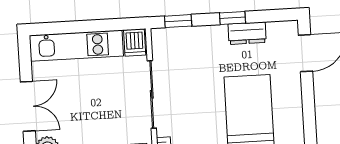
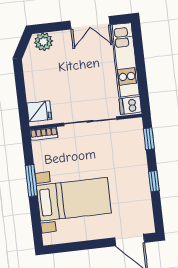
dresser: (247, 33) -> (143, 193), removed
double door: (28, 106) -> (90, 23), moved

